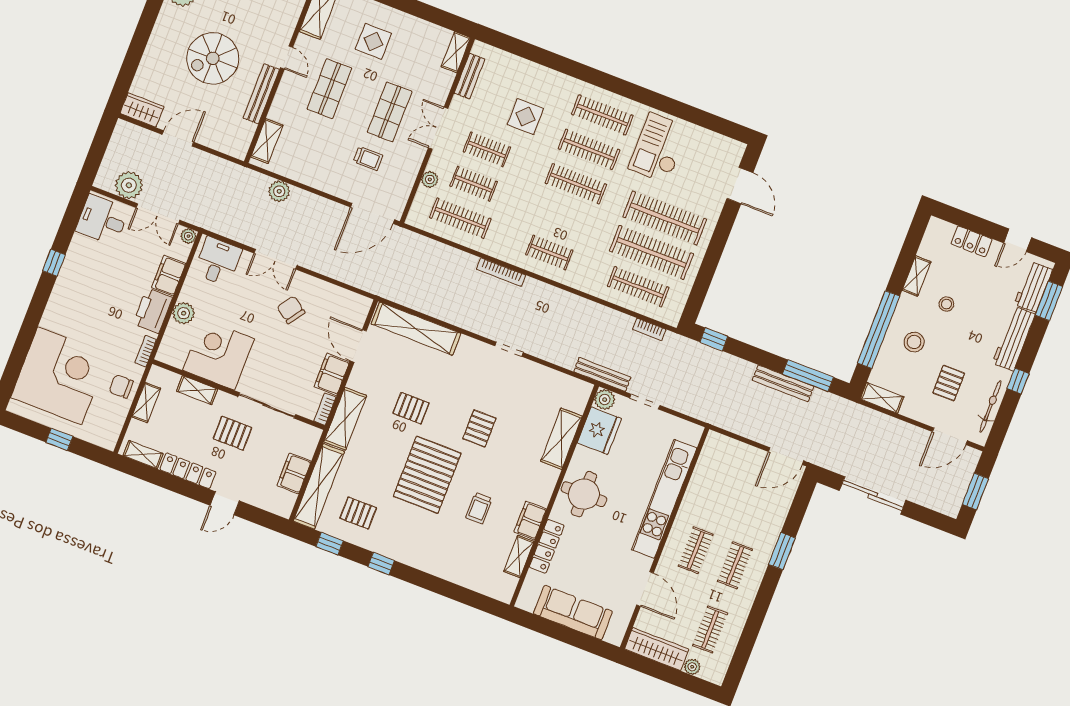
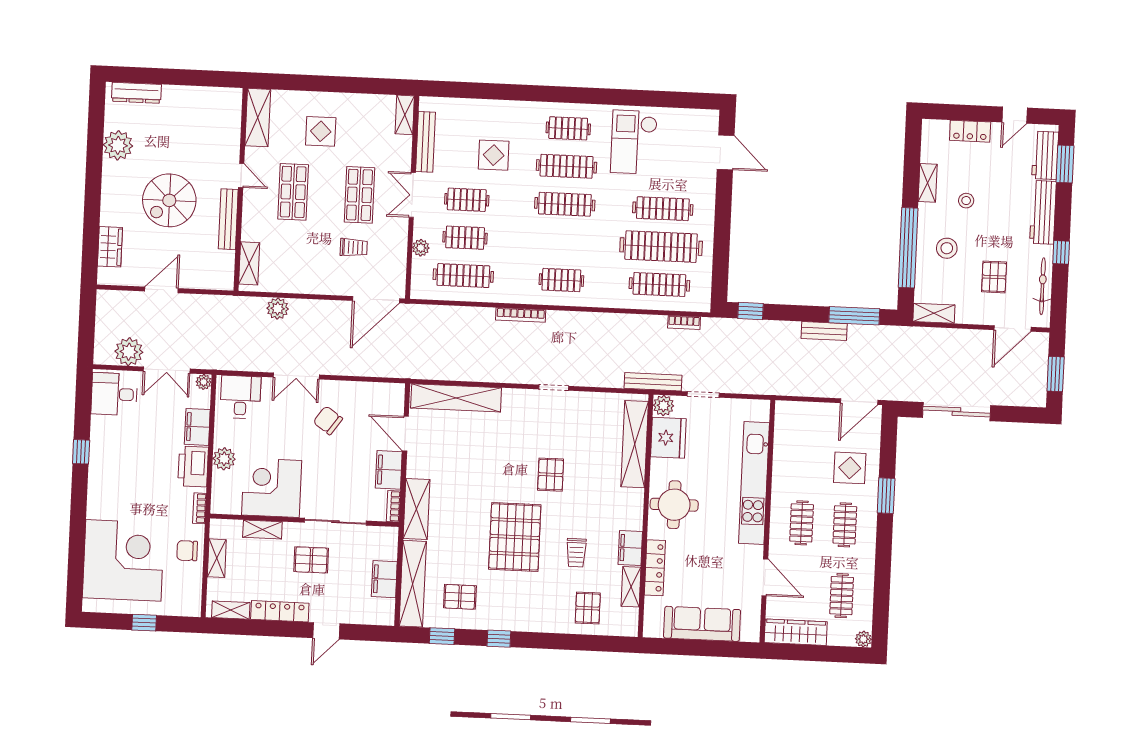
bench: (470, 76) -> (426, 142), width x1.36
wardrobe: (142, 110) -> (110, 247), moved, turned 90
clothes rail: (602, 115) -> (568, 128), width x0.73
clothes rail: (665, 218) -> (663, 209), width x0.73, depth x0.76
bench: (783, 383) -> (824, 331), width x0.73
pallet: (411, 408) -> (588, 608), moved, turned 90
shelving: (561, 439) -> (635, 444), width x1.47
display table: (757, 514) -> (850, 468), added
plant: (692, 667) -> (863, 639), moved

